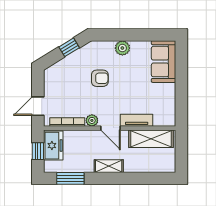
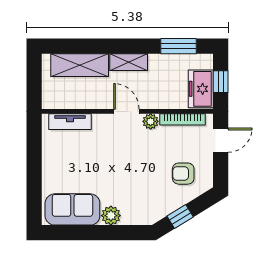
sofa: (164, 62) -> (72, 209), moved, turned -90
armchair: (100, 78) -> (183, 174), moved
tv unit: (137, 120) -> (70, 122), moved
shelving: (151, 139) -> (80, 65), moved

